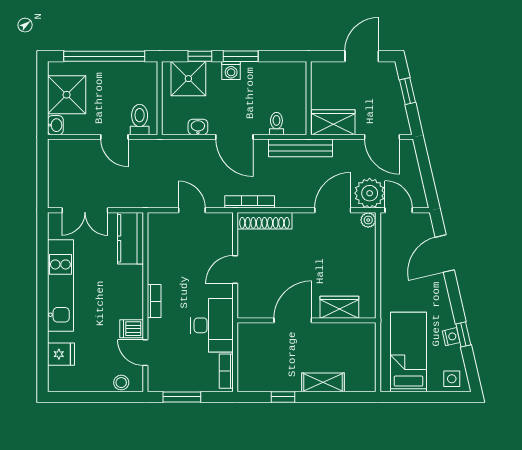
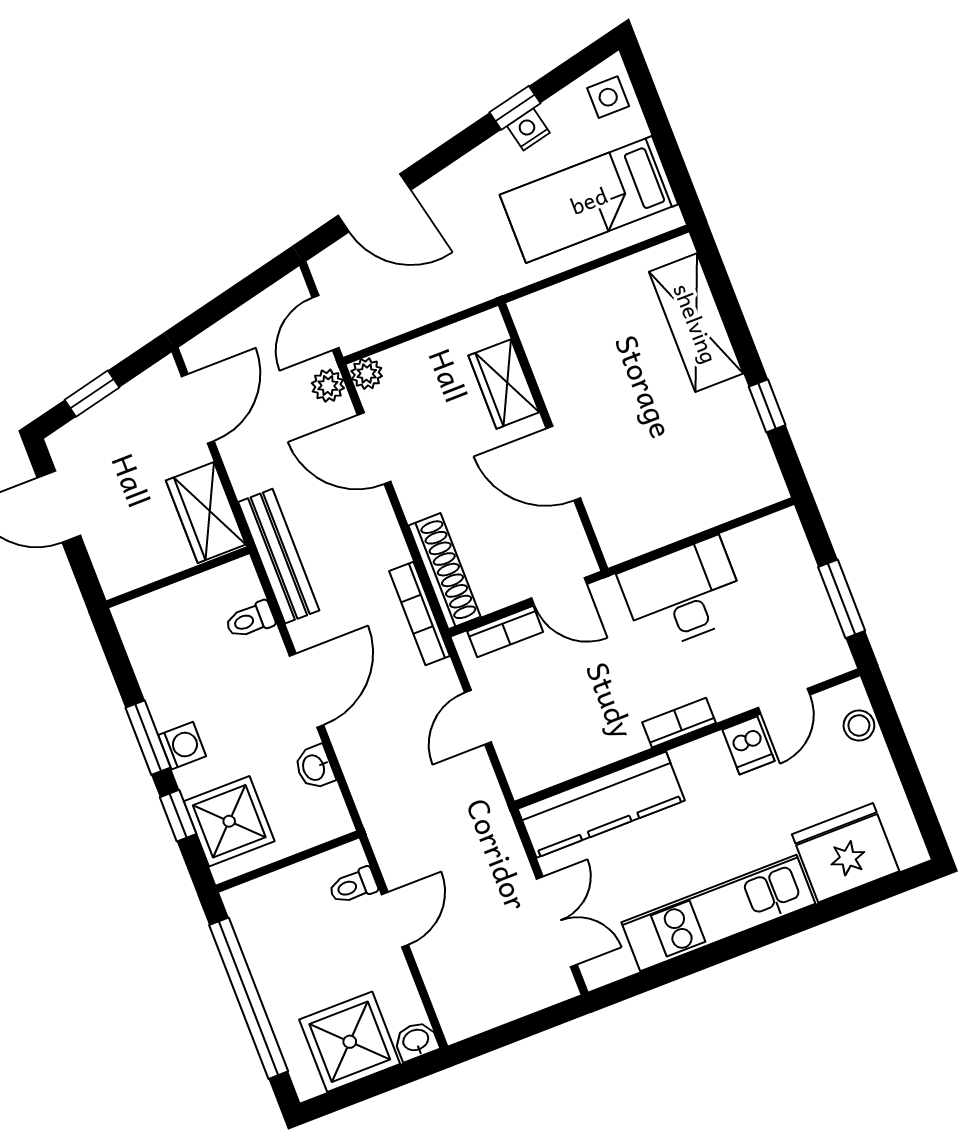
toilet: (140, 119) -> (353, 886), width x0.73, depth x0.72
plant: (370, 193) -> (328, 386), width x0.53, depth x0.53
kitchen counter: (130, 238) -> (601, 805), width x1.50
wardrobe: (339, 307) -> (504, 384), moved
door: (293, 320) -> (563, 463), moved
wall: (307, 320) -> (553, 437), moved
fridge: (61, 354) -> (846, 853), width x1.88, depth x1.34
bookcase: (226, 371) -> (505, 632), moved
shelving: (323, 382) -> (696, 323), width x1.50, depth x1.33

